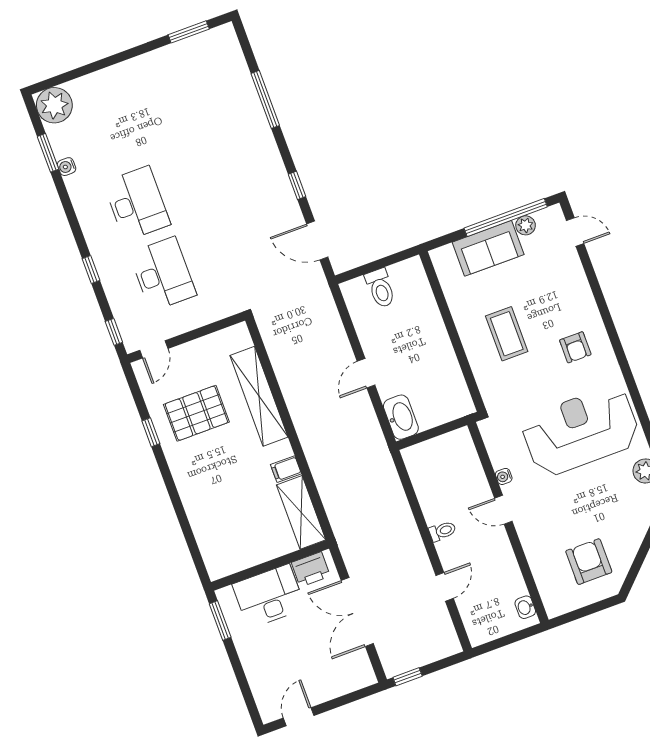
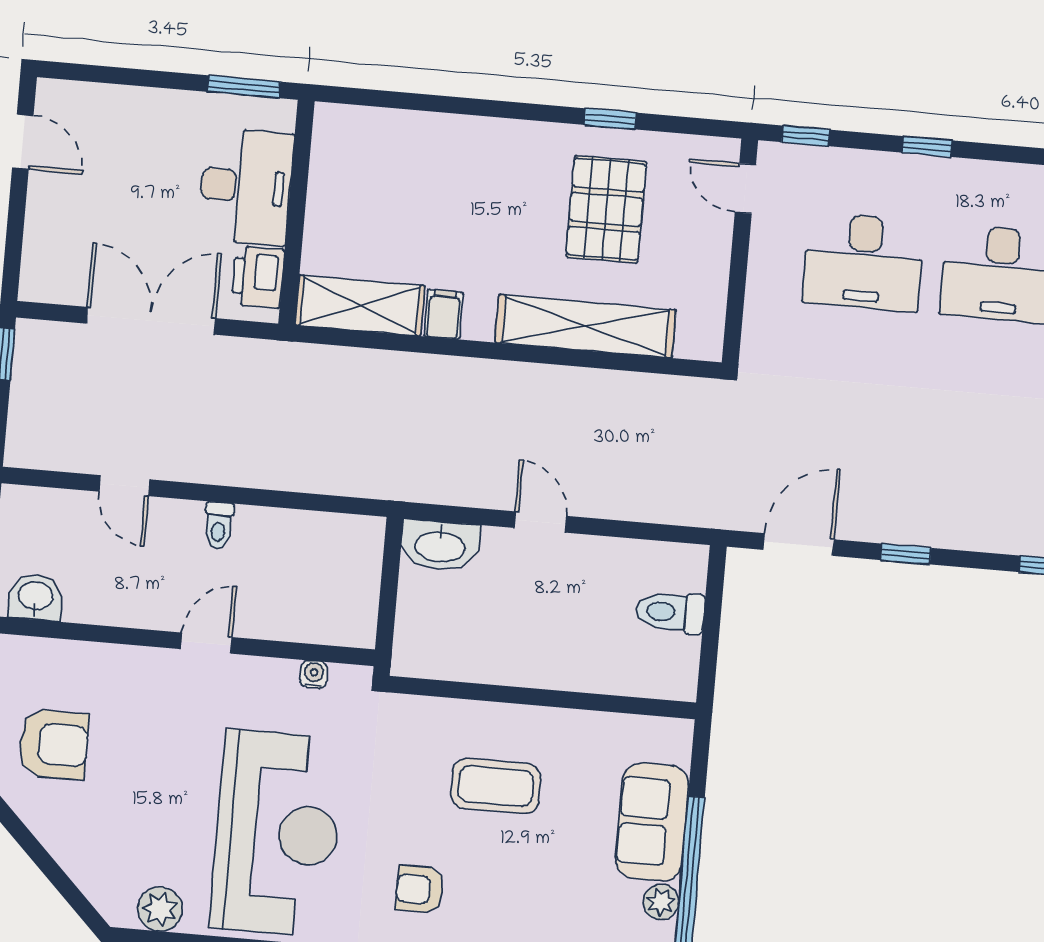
water cooler: (504, 476) -> (314, 674), moved
washbasin: (525, 607) -> (36, 597), width x1.38, depth x1.45

